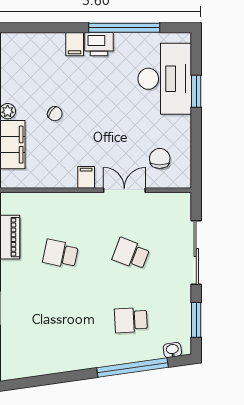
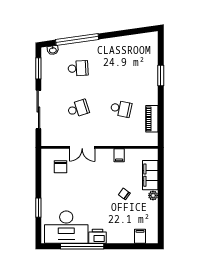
filing cabinet: (75, 44) -> (140, 236), moved
desk: (165, 79) -> (66, 227), moved, turned -90
filing cabinet: (86, 177) -> (119, 155), moved
school desk: (131, 254) -> (78, 109), turned -39

